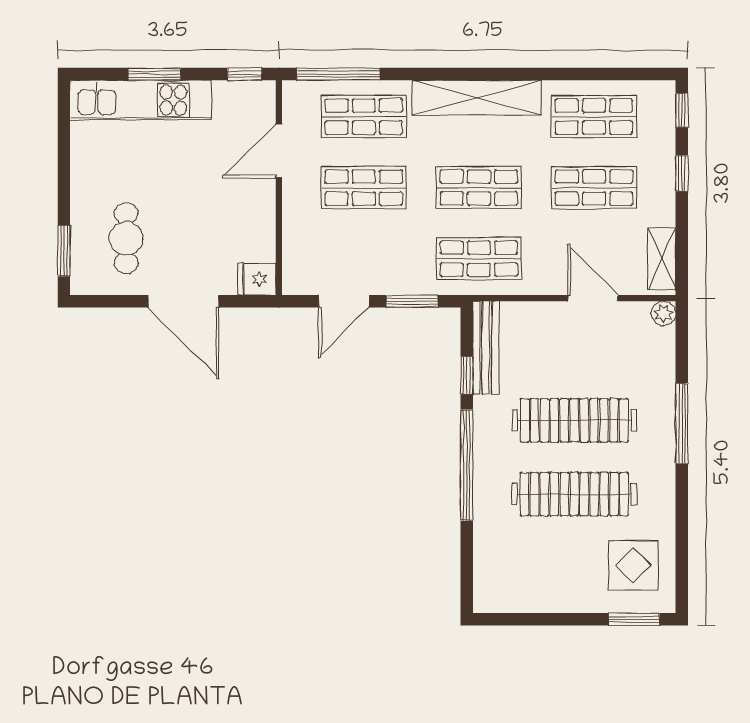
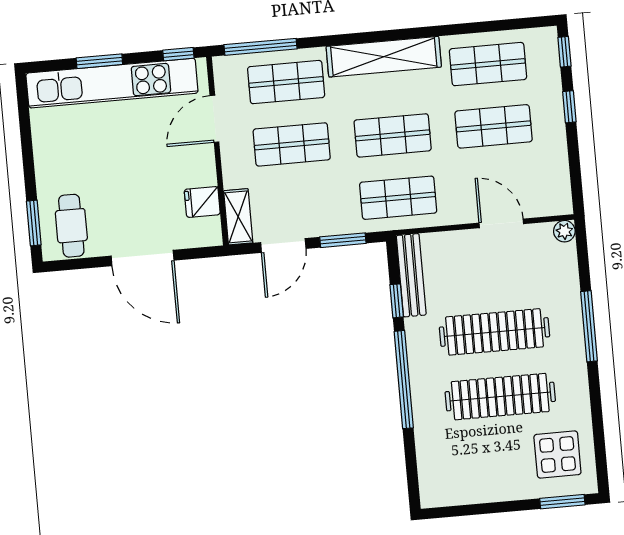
kitchen unit: (141, 100) -> (112, 83), width x1.36
cafe table: (126, 238) -> (71, 226), moved
shelving: (662, 259) -> (238, 217), moved
fridge: (257, 279) -> (202, 202), moved

